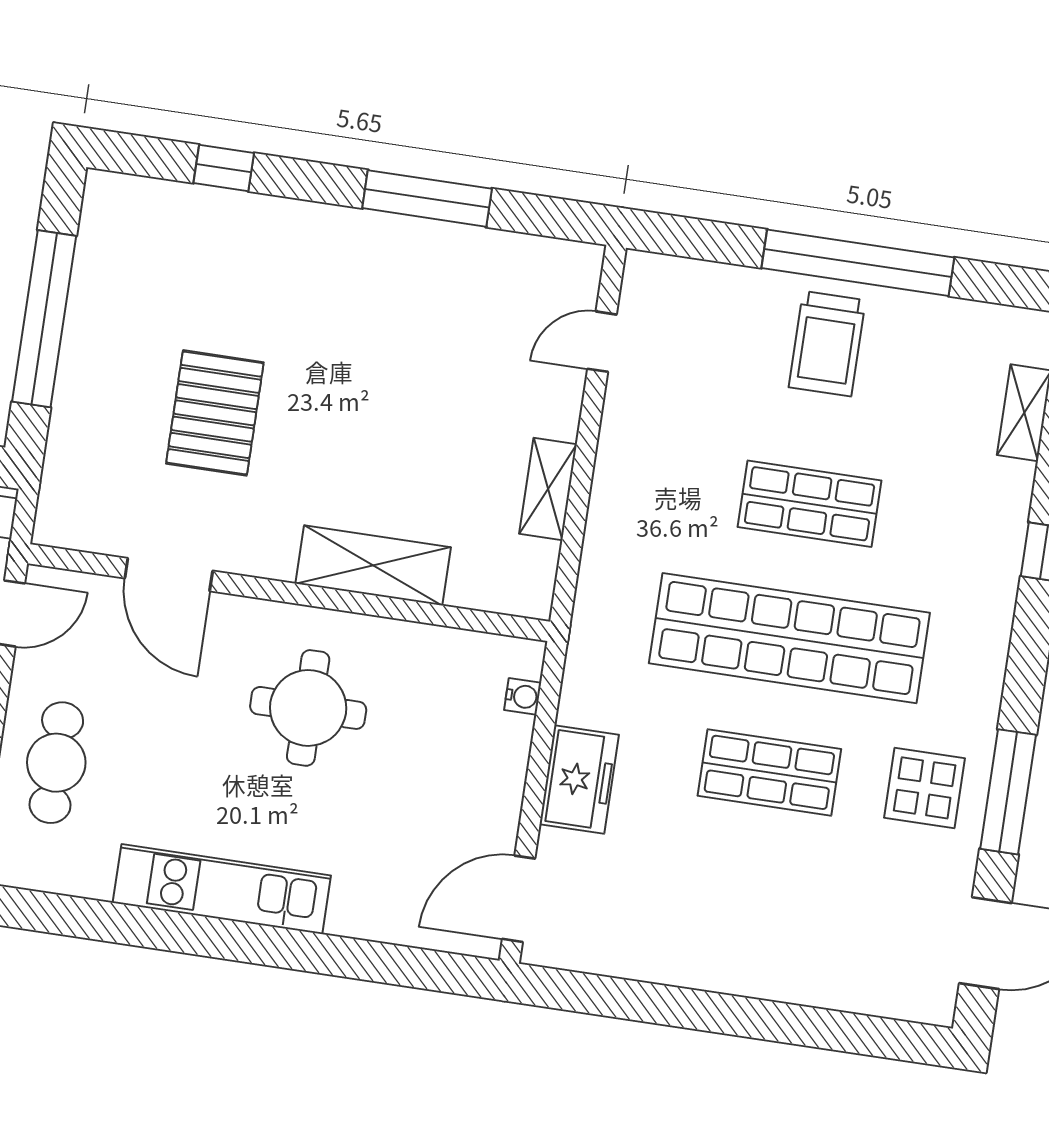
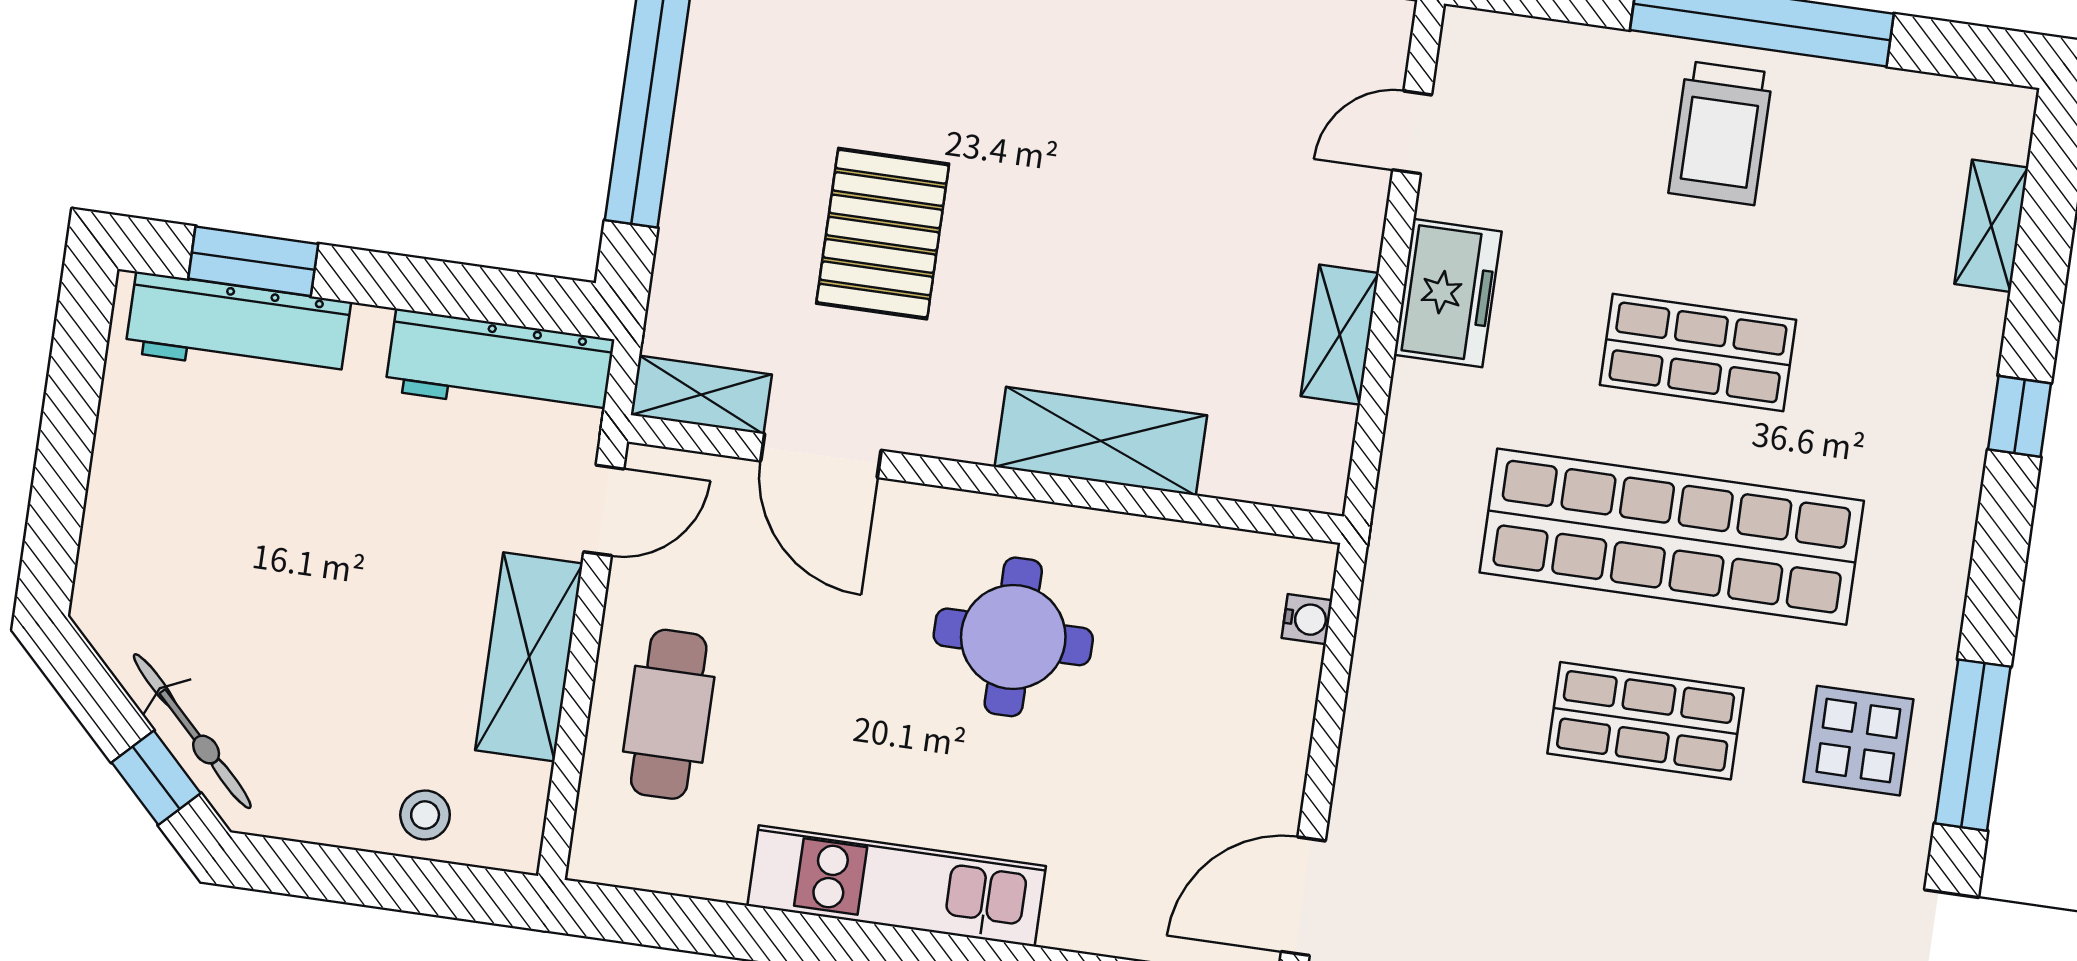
shelving: (82, 530) -> (701, 395), added
freezer: (579, 779) -> (1448, 293), moved

